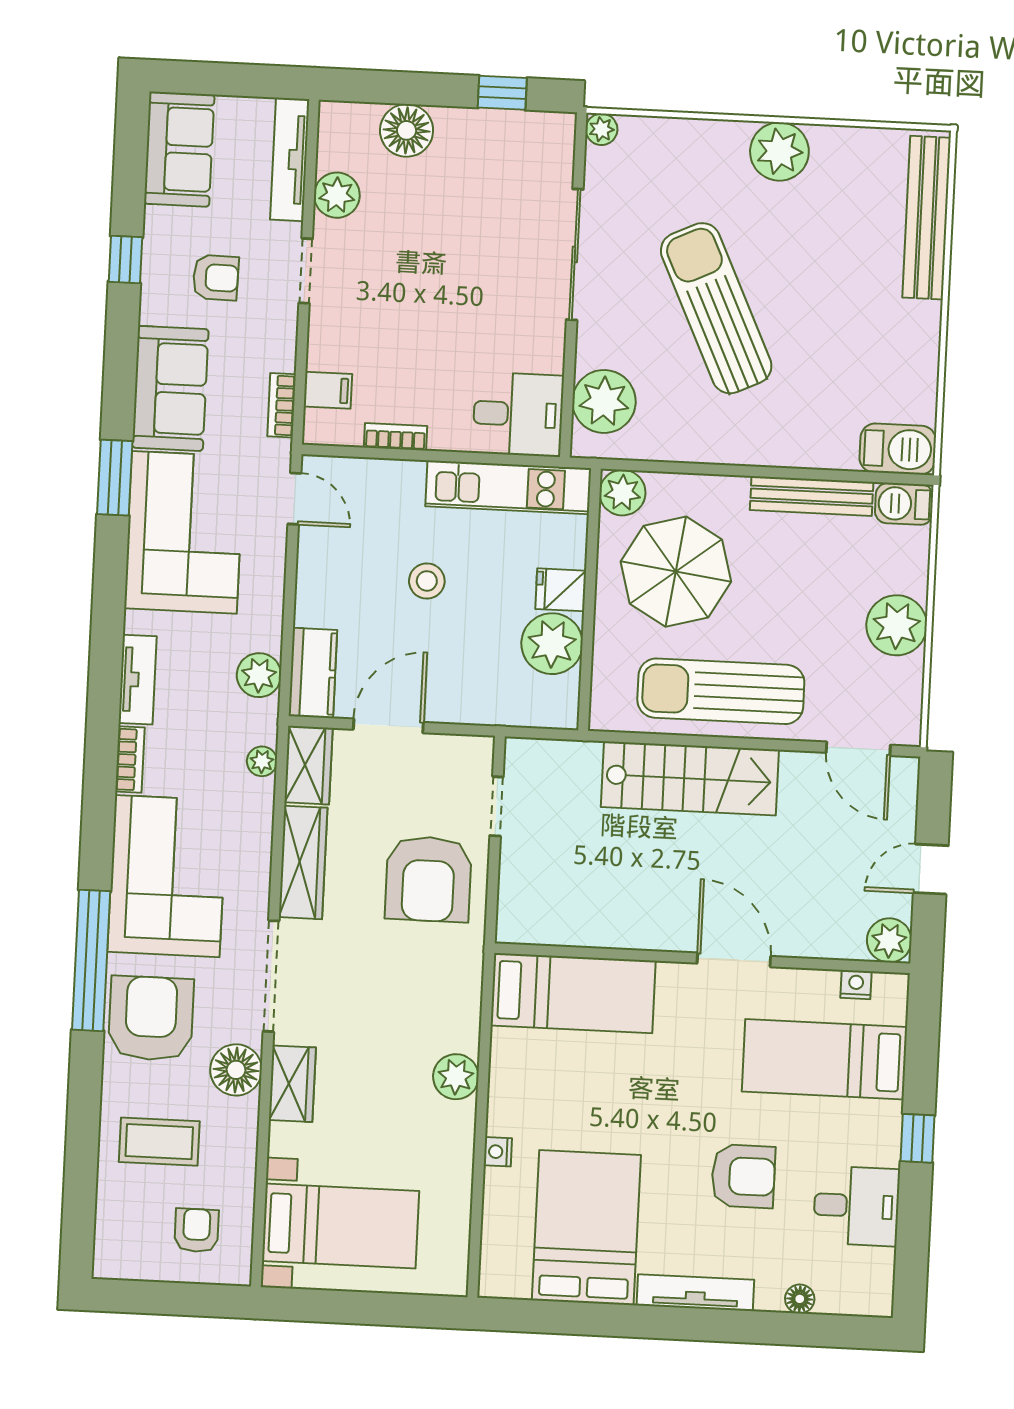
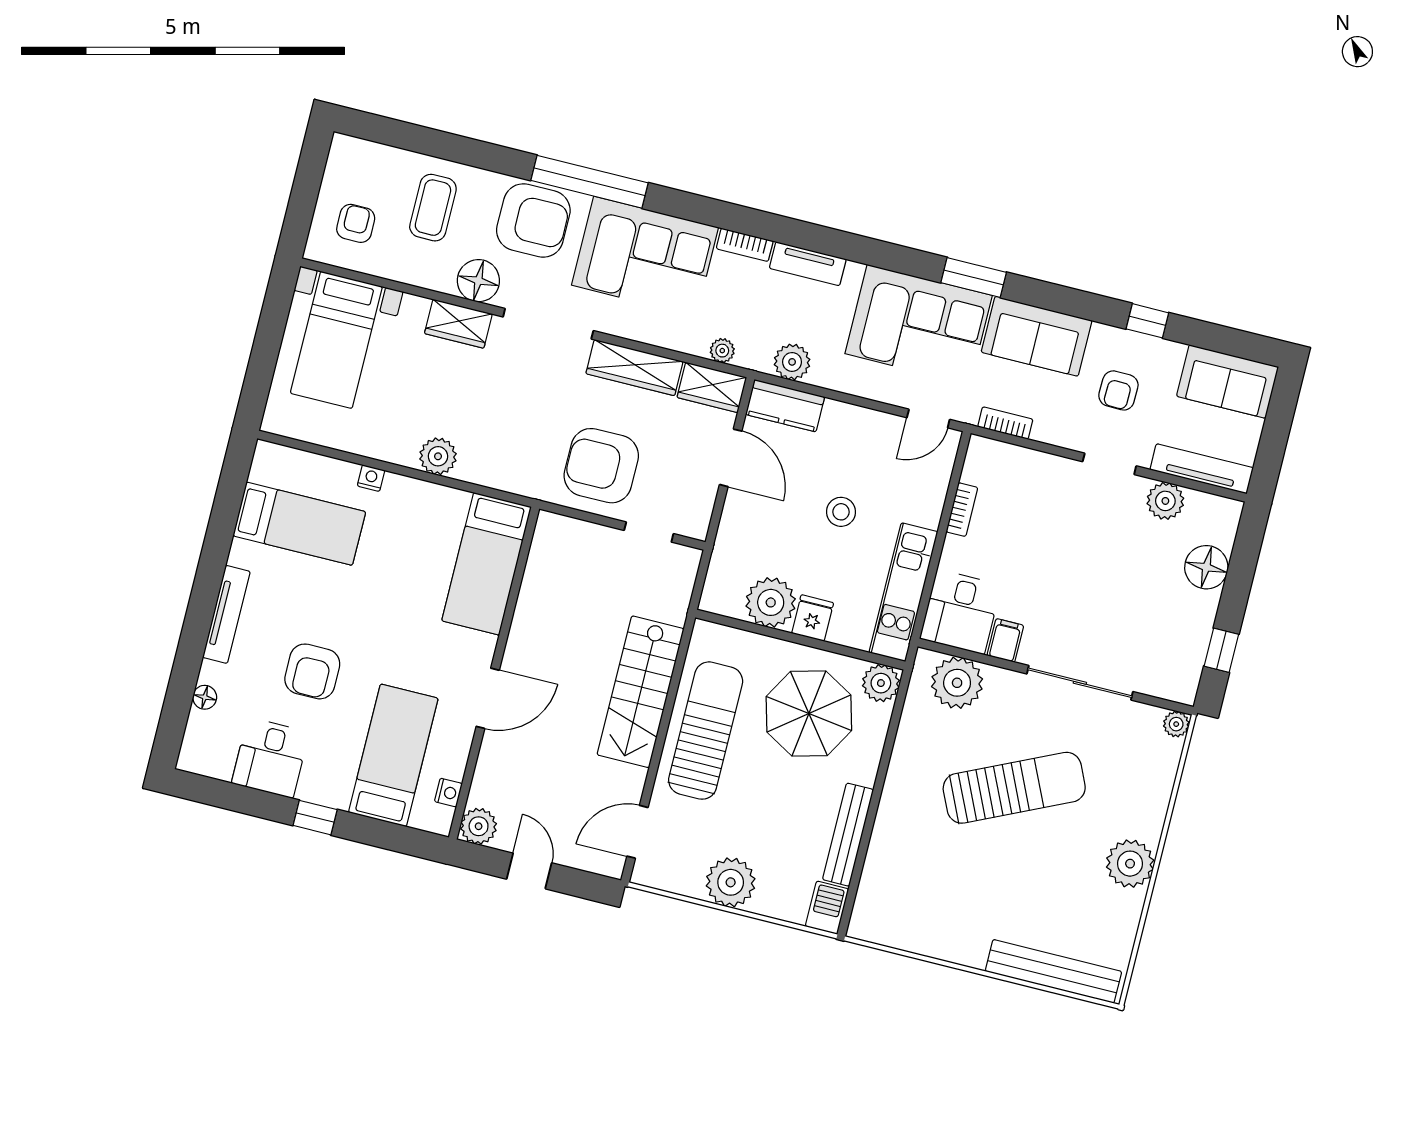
filing cabinet: (328, 390) -> (1005, 640), moved, turned 180
barbecue: (898, 449) -> (872, 911), removed
bed: (586, 1228) -> (299, 524), width x0.67
armchair: (197, 1230) -> (356, 223), turned -90

